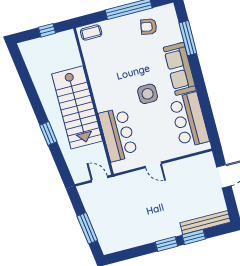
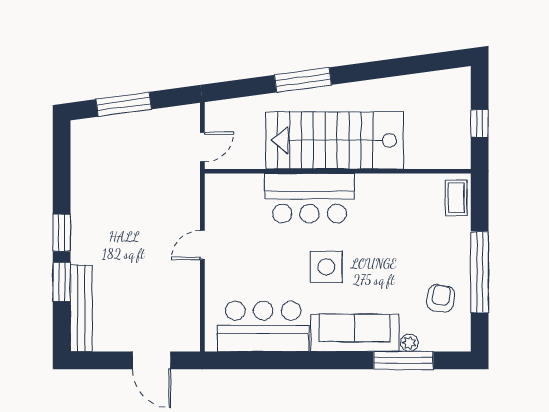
plant: (177, 37) -> (409, 343), added
window: (48, 133) -> (303, 80), width x1.44
bar counter: (118, 134) -> (310, 198), moved

